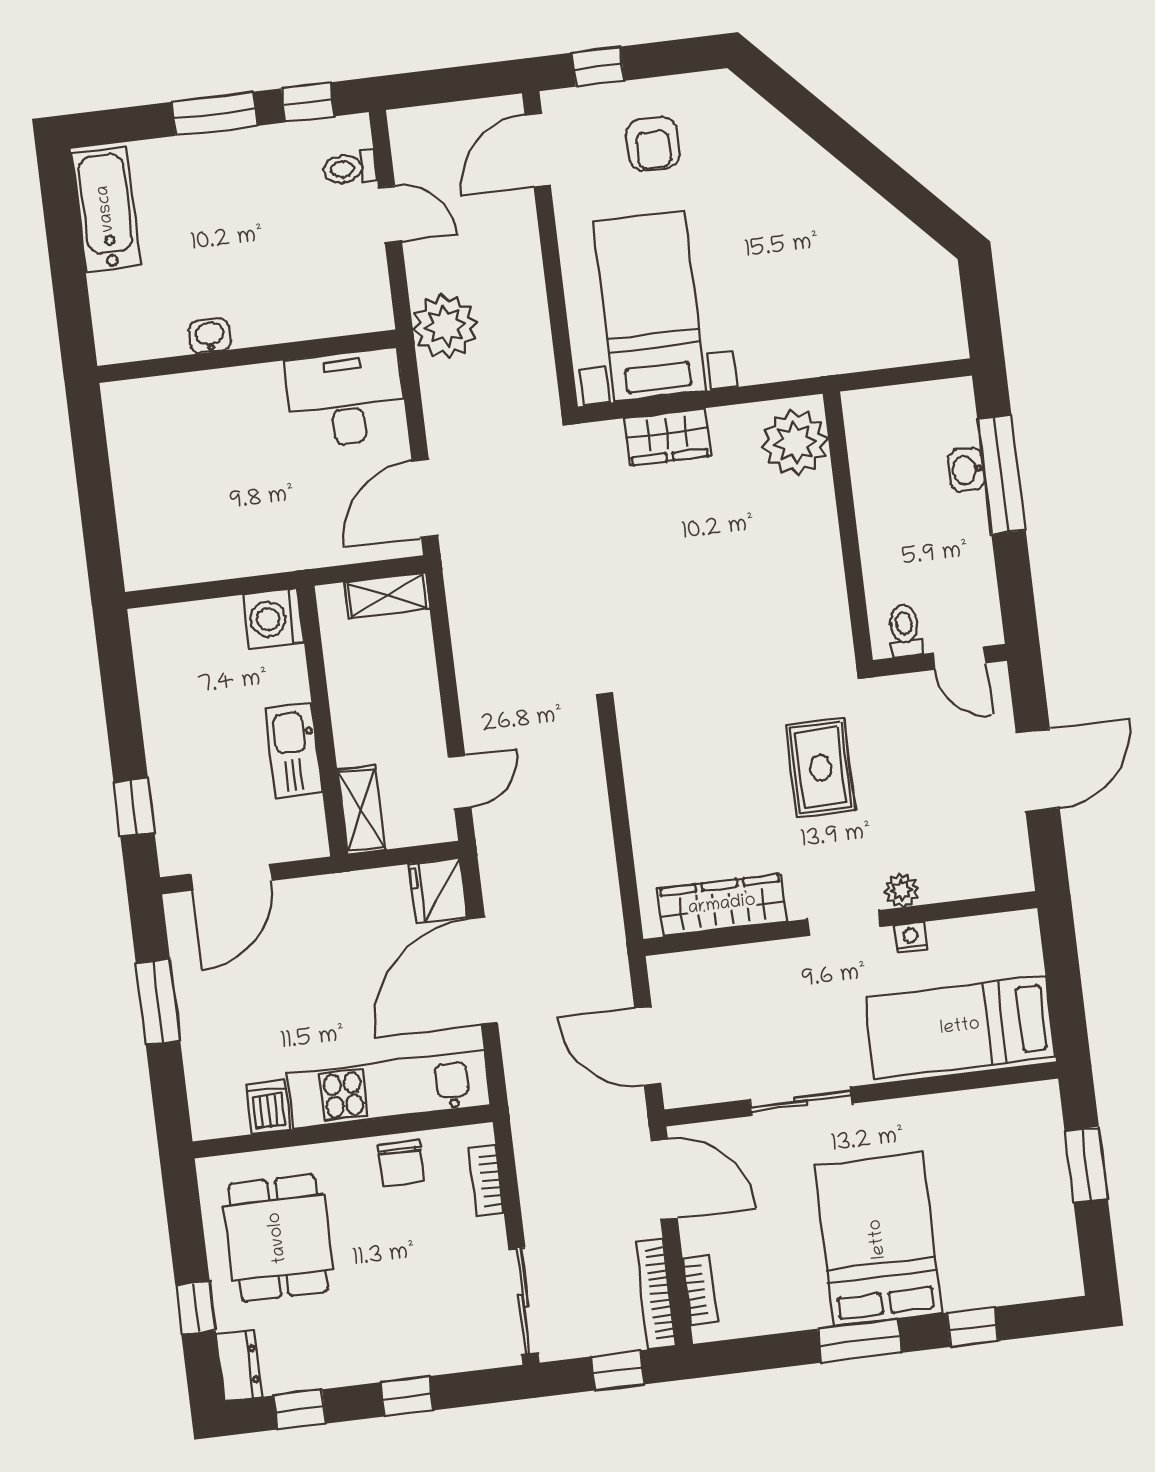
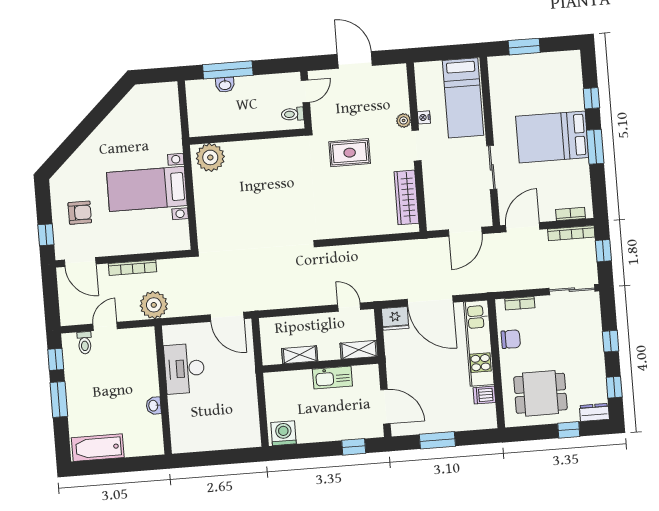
bookcase: (530, 272) -> (133, 268), added
bed with nightstands: (649, 306) -> (147, 189), moved
desk: (346, 398) -> (184, 369), moved
wardrobe: (668, 437) -> (205, 212), removed
shelving: (387, 595) -> (300, 355), moved, turned 90
washing machine: (274, 619) -> (284, 433), moved, turned 180

